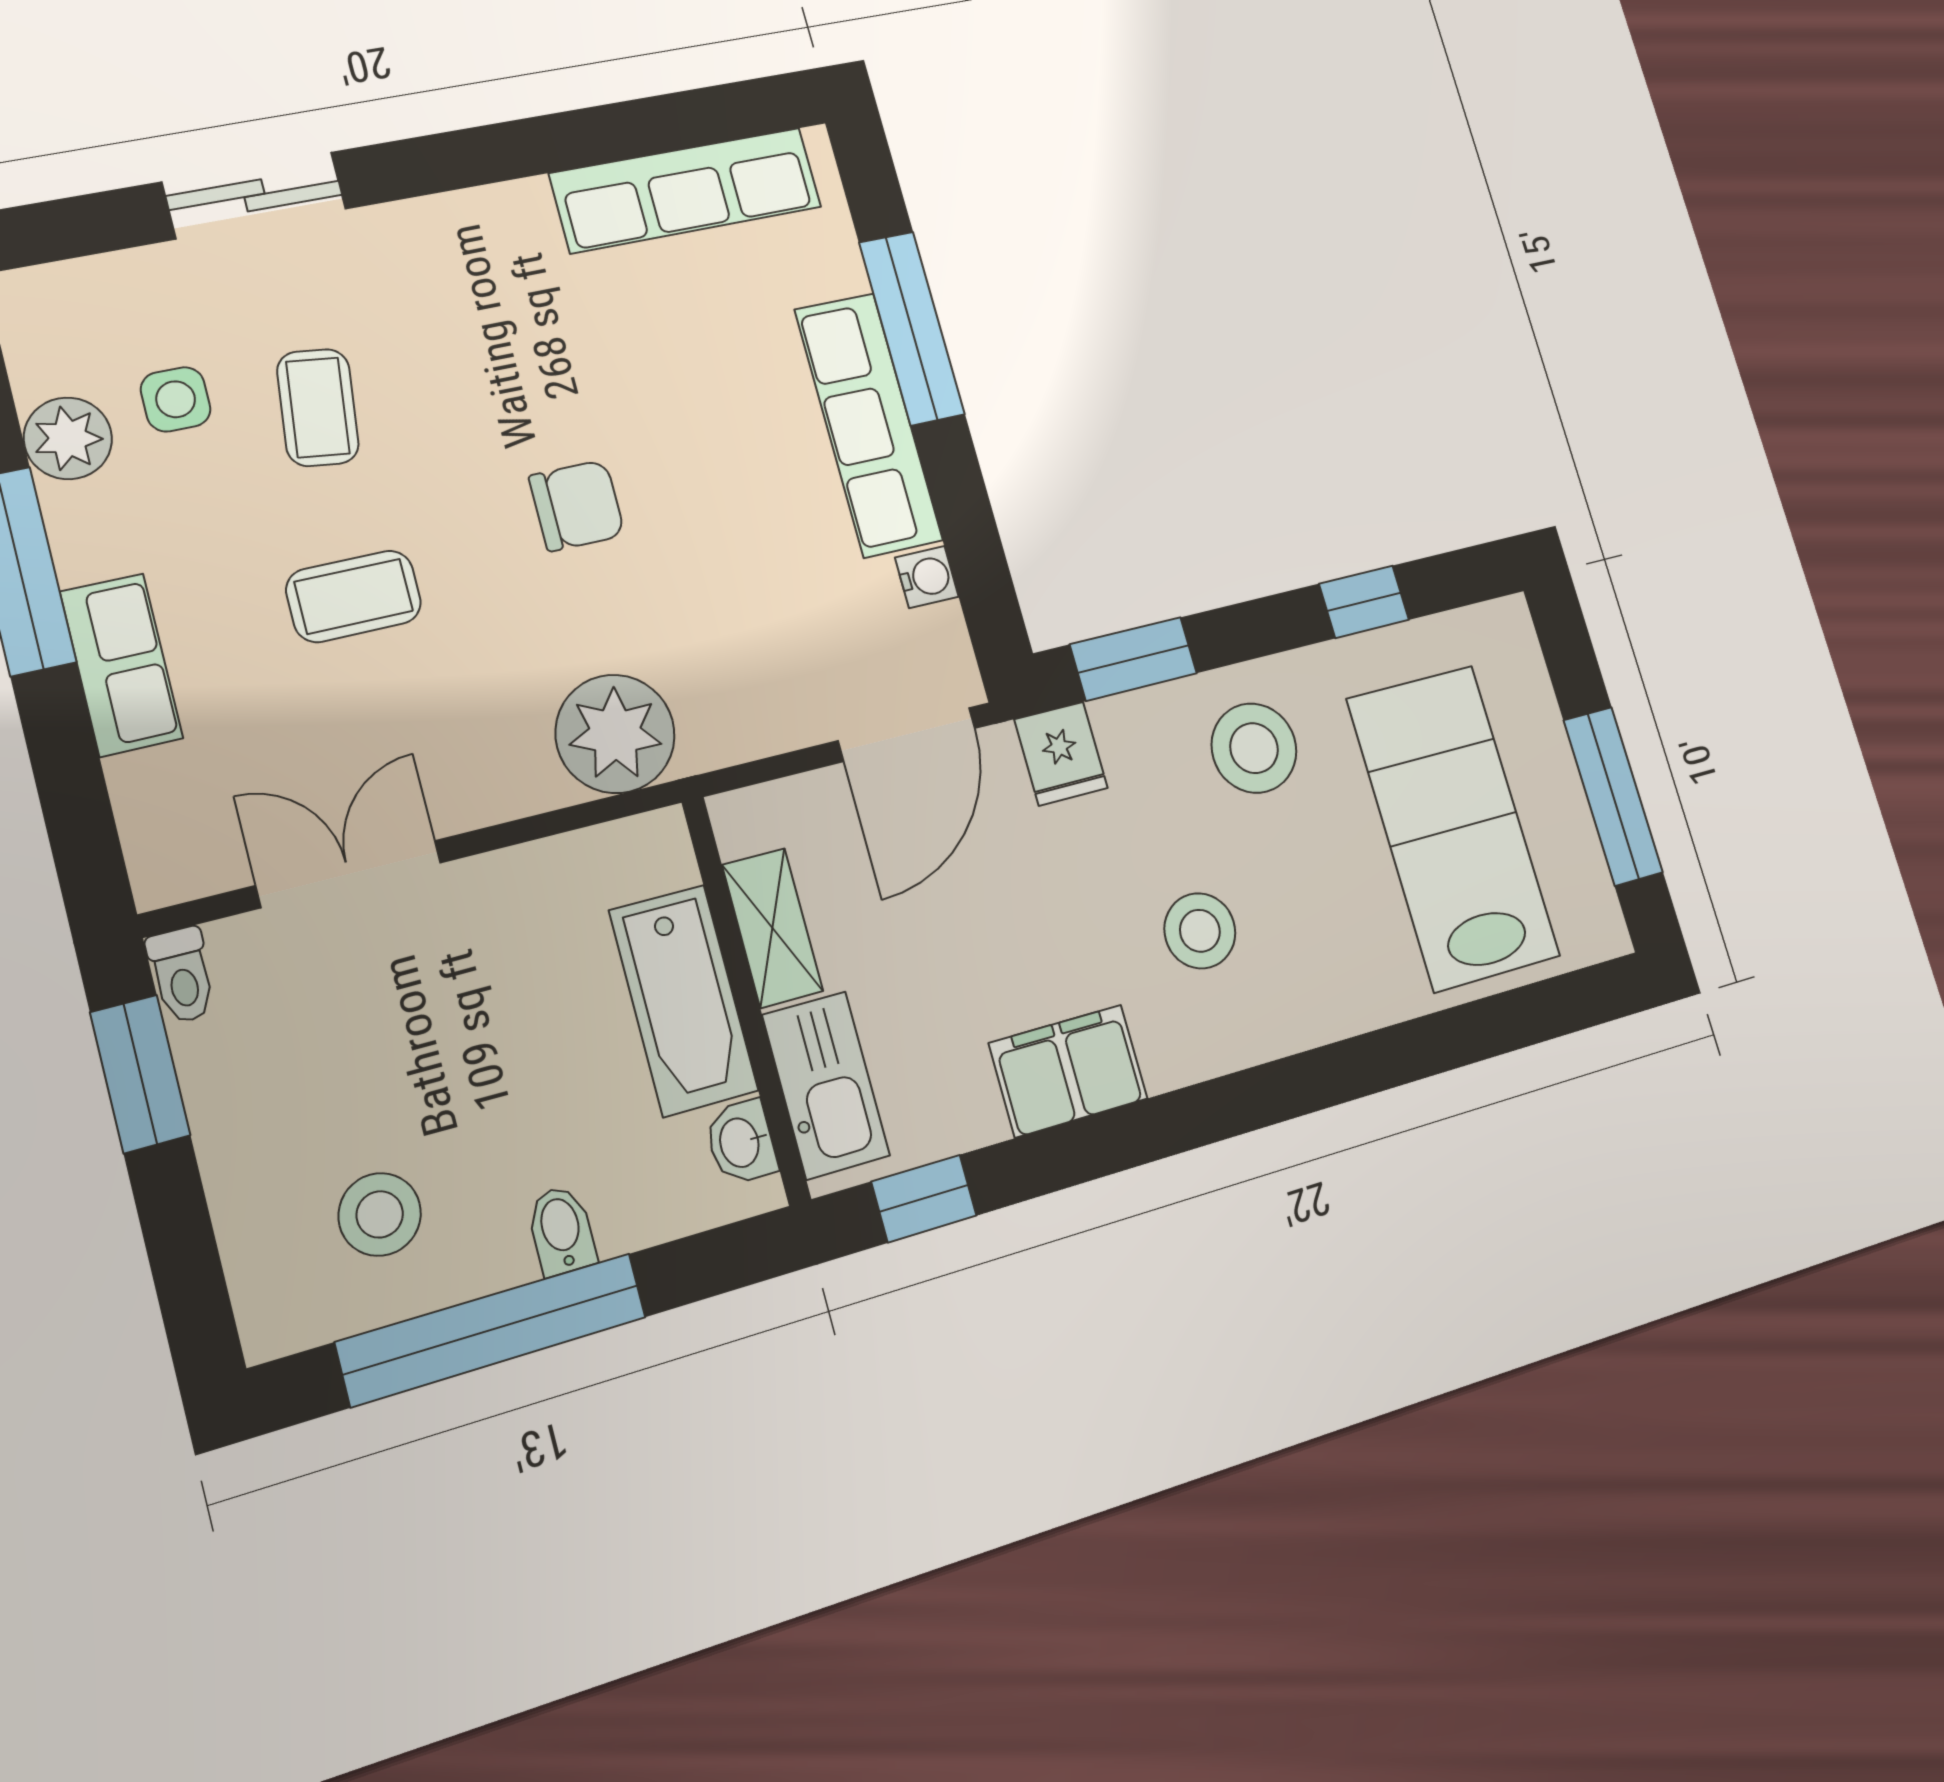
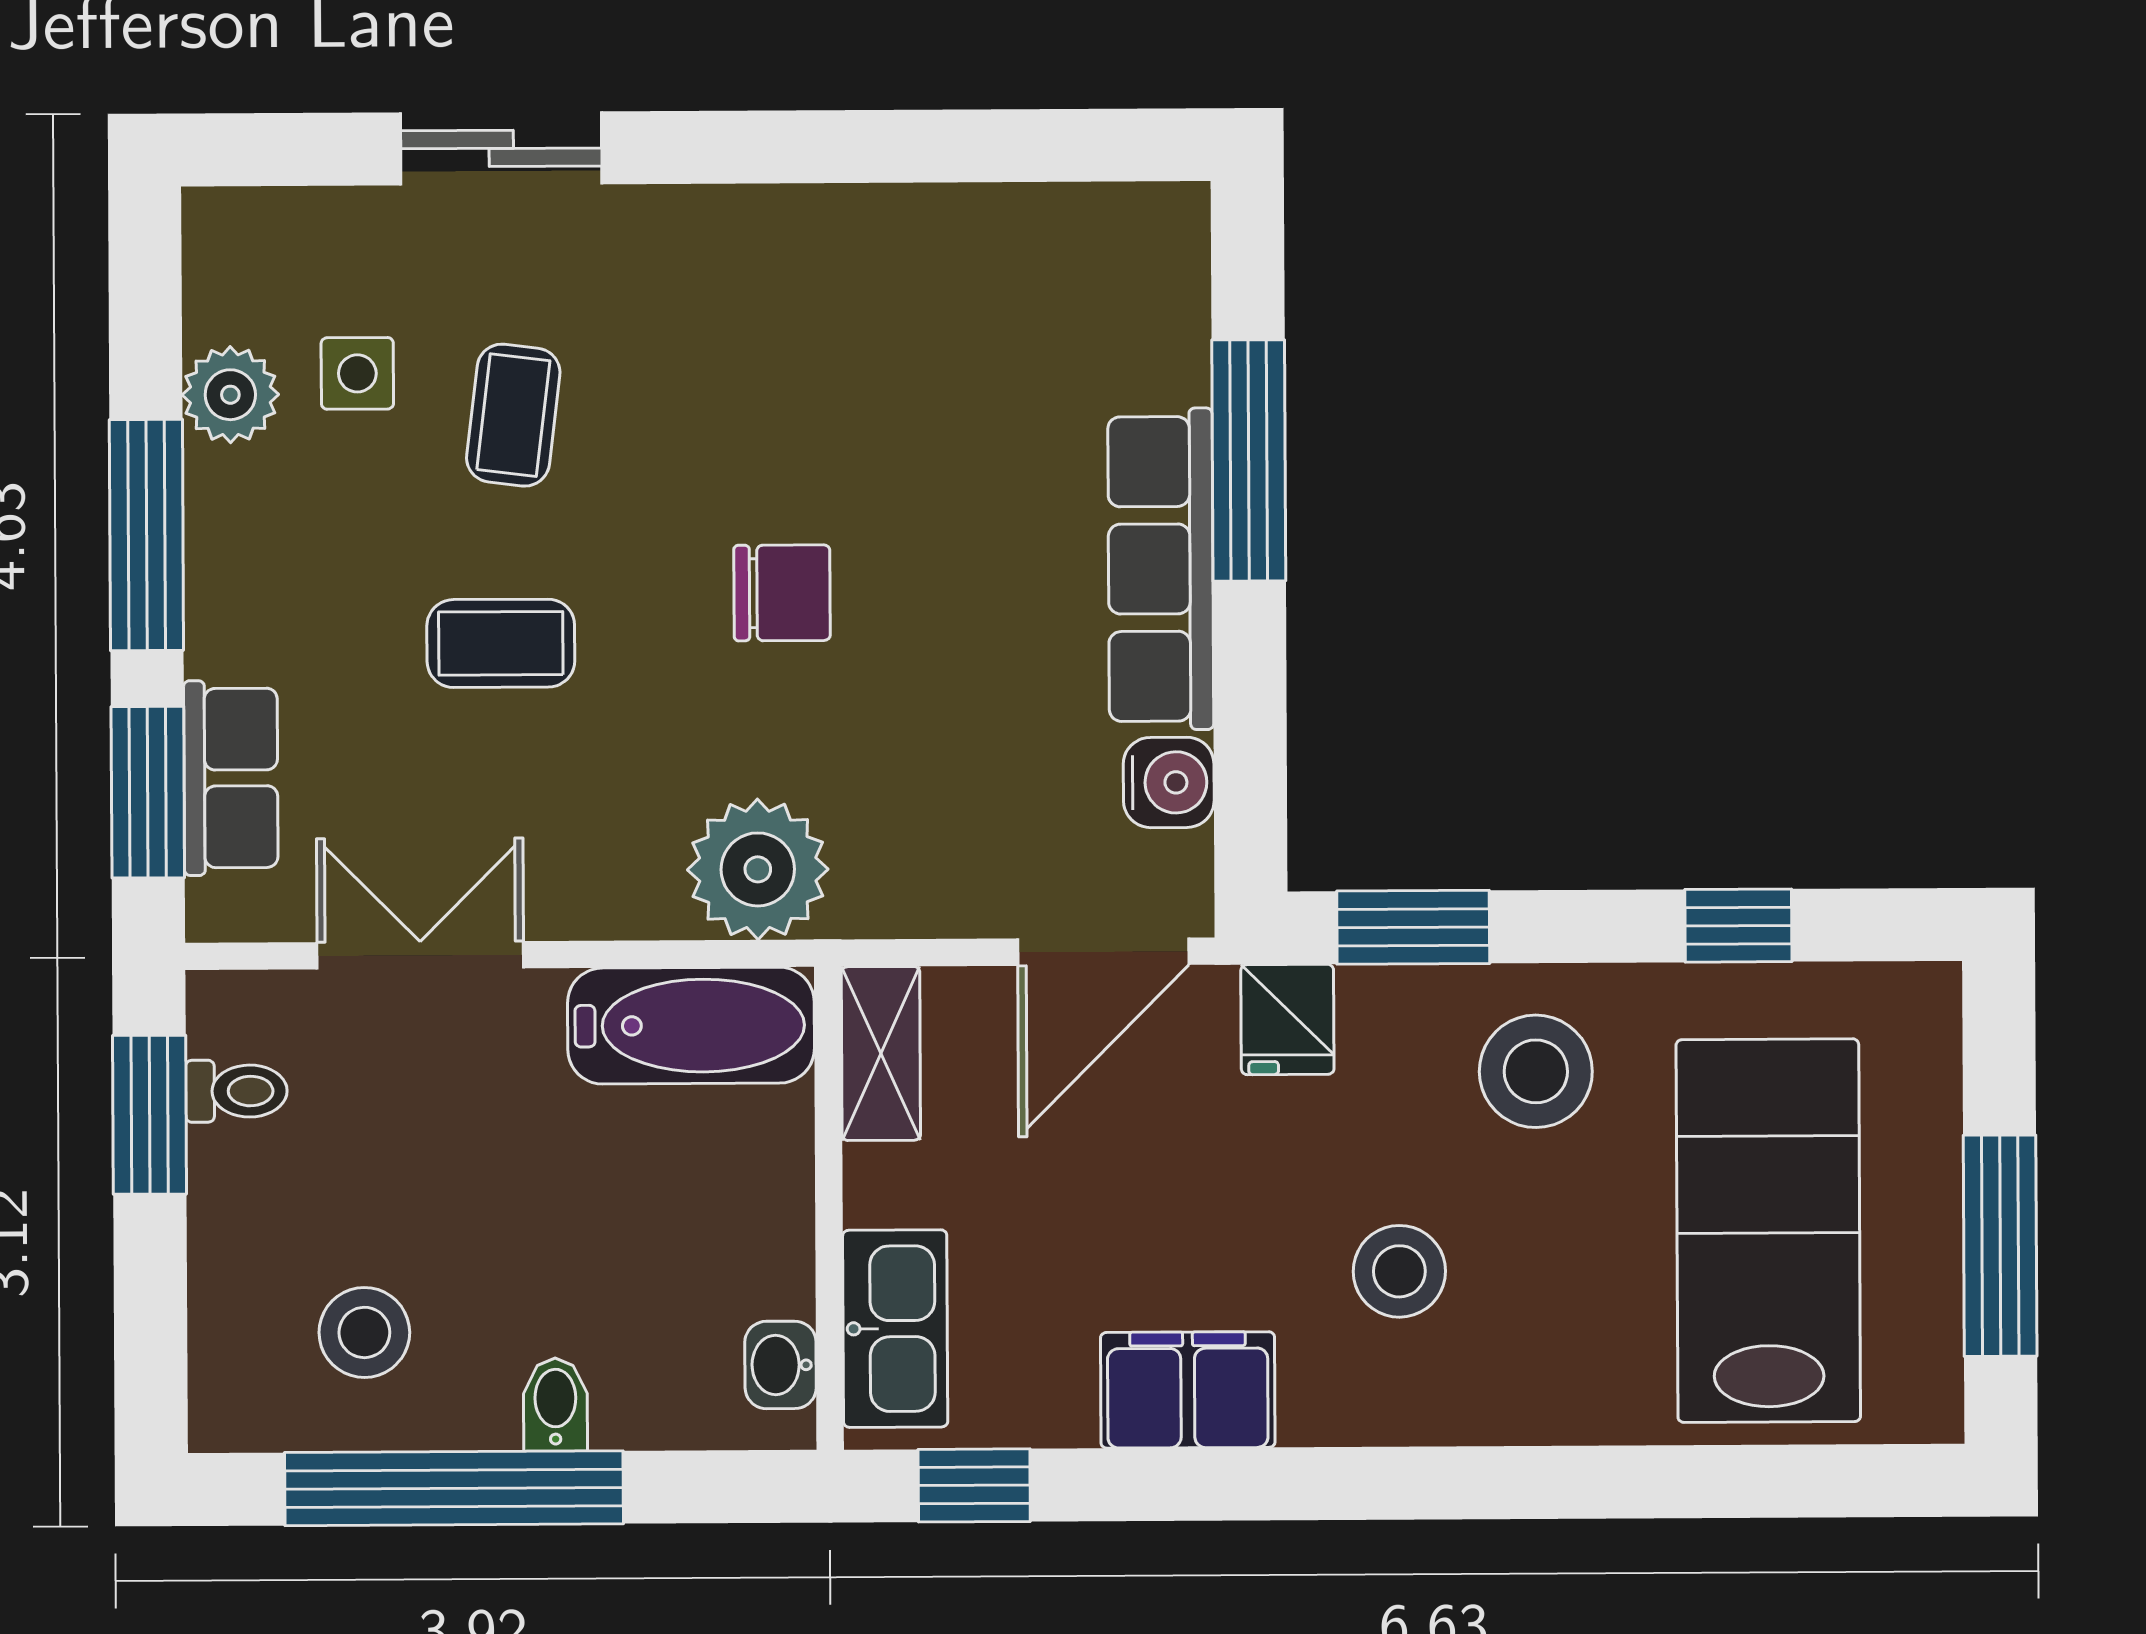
row of seats: (686, 190) -> (1014, 235), removed
water cooler: (927, 577) -> (1169, 782), width x1.38, depth x1.38
row of seats: (121, 665) -> (231, 778), moved
window: (73, 791) -> (148, 792), added
shelving: (772, 928) -> (881, 1053), moved
toilet: (182, 975) -> (236, 1091), moved, turned -90
bathtub: (684, 1000) -> (691, 1026), moved, turned -90

